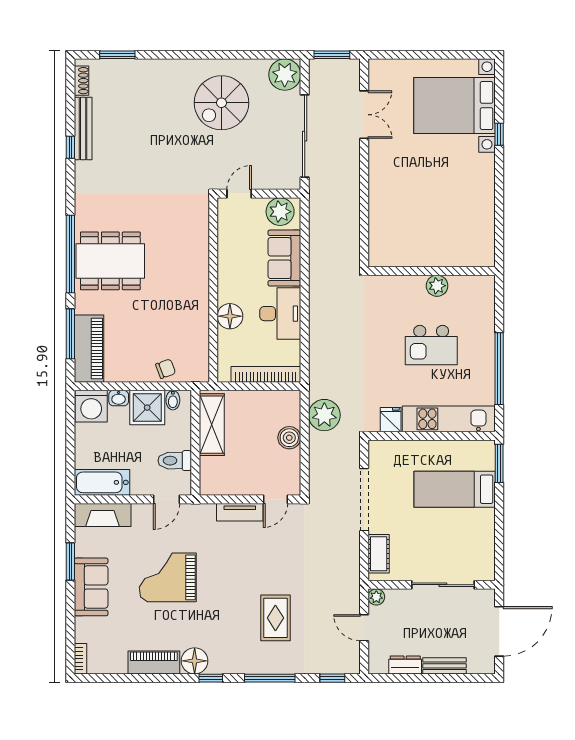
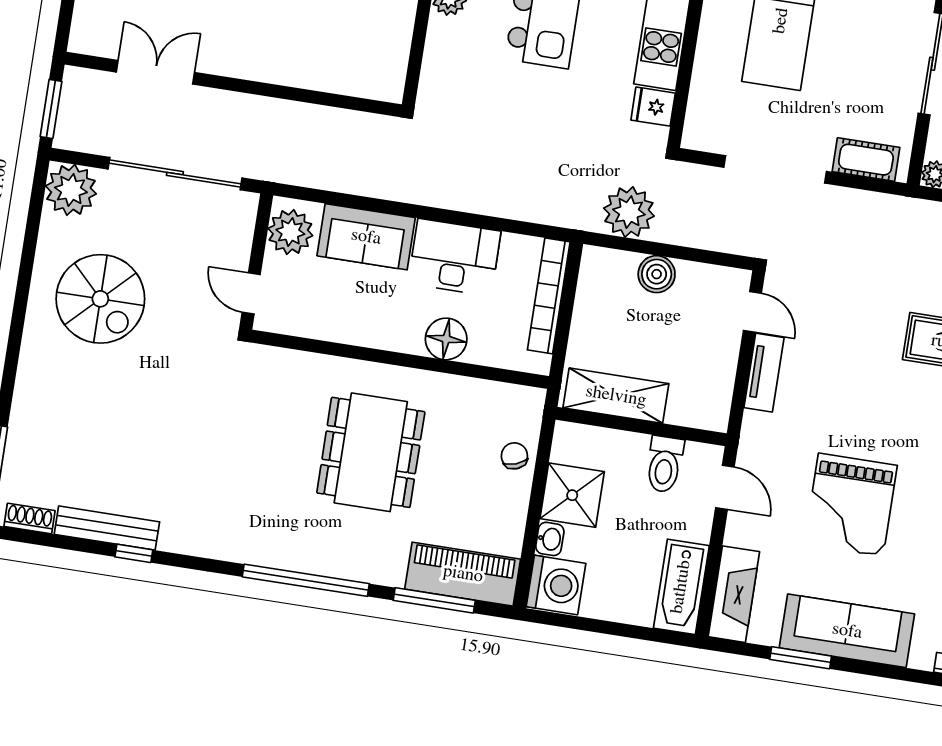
dining table: (110, 261) -> (371, 452), moved
bidet: (173, 400) -> (567, 452), removed
sofa: (91, 587) -> (847, 631), width x1.36

